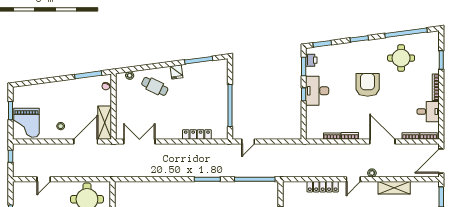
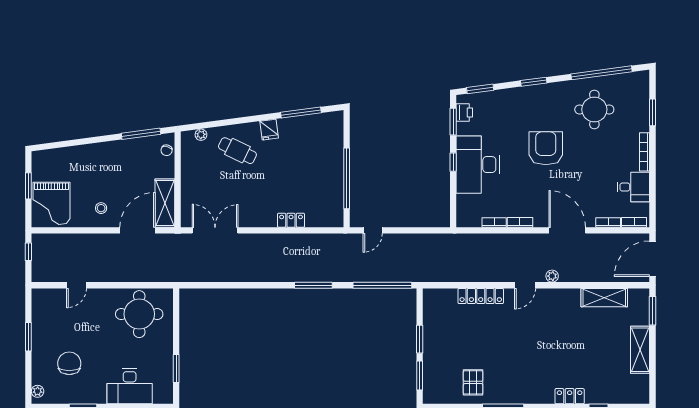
desk: (317, 91) -> (478, 165), width x1.36, depth x1.30
locker: (197, 134) -> (291, 220), width x0.66
shelving: (394, 188) -> (604, 298), moved

